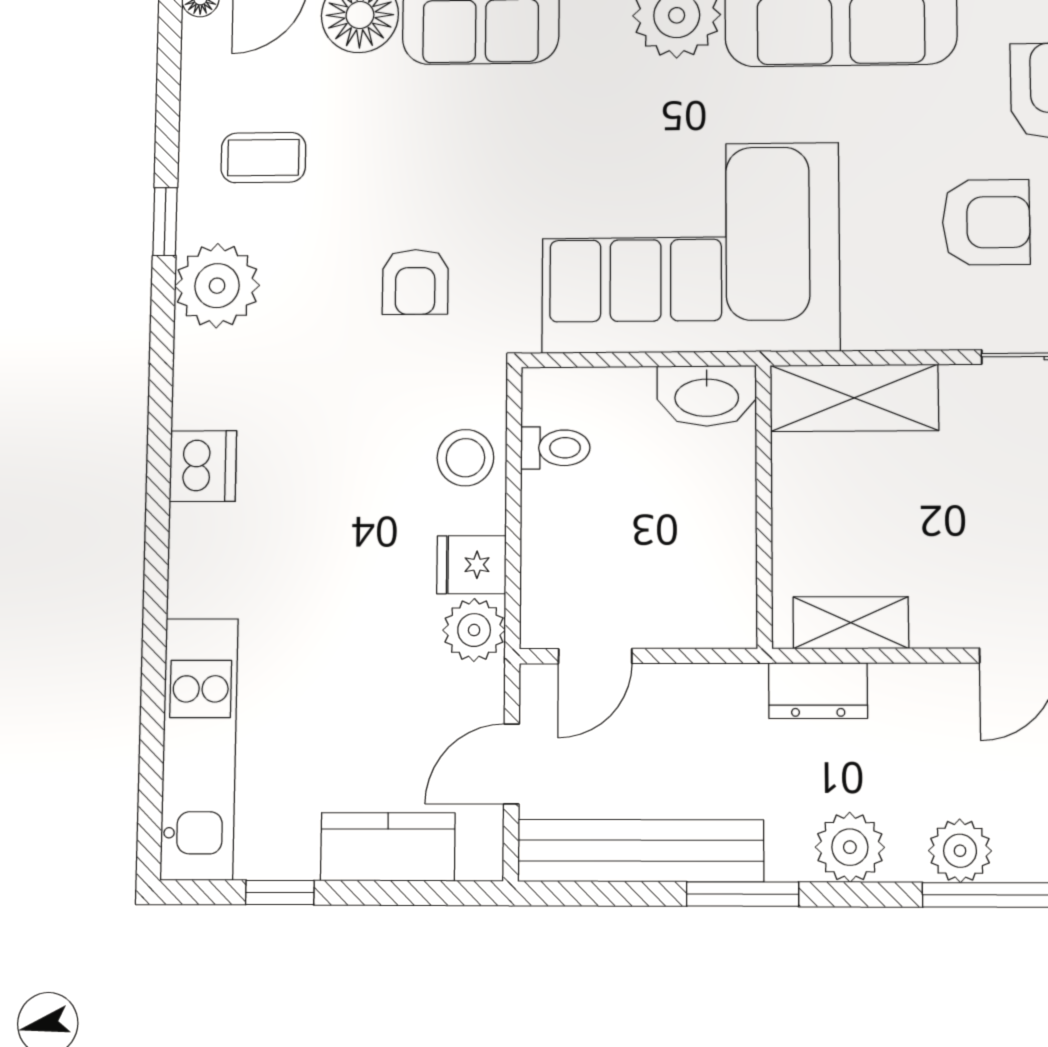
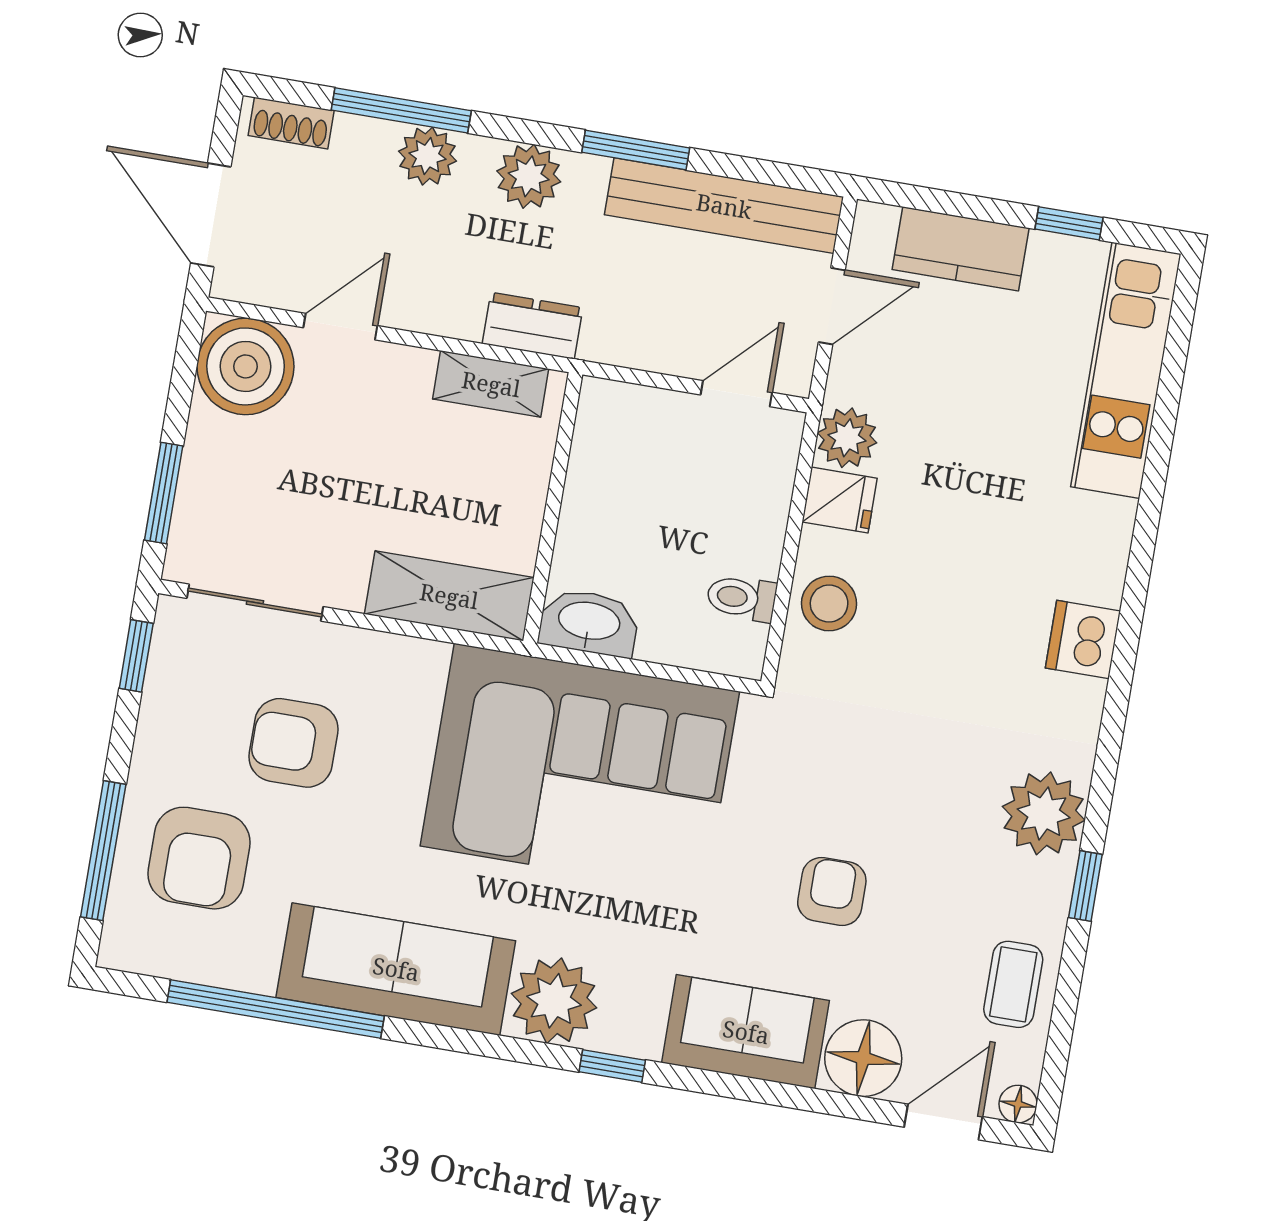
coffee table: (263, 158) -> (1013, 984), moved, turned 90
armchair: (415, 282) -> (832, 891), moved

